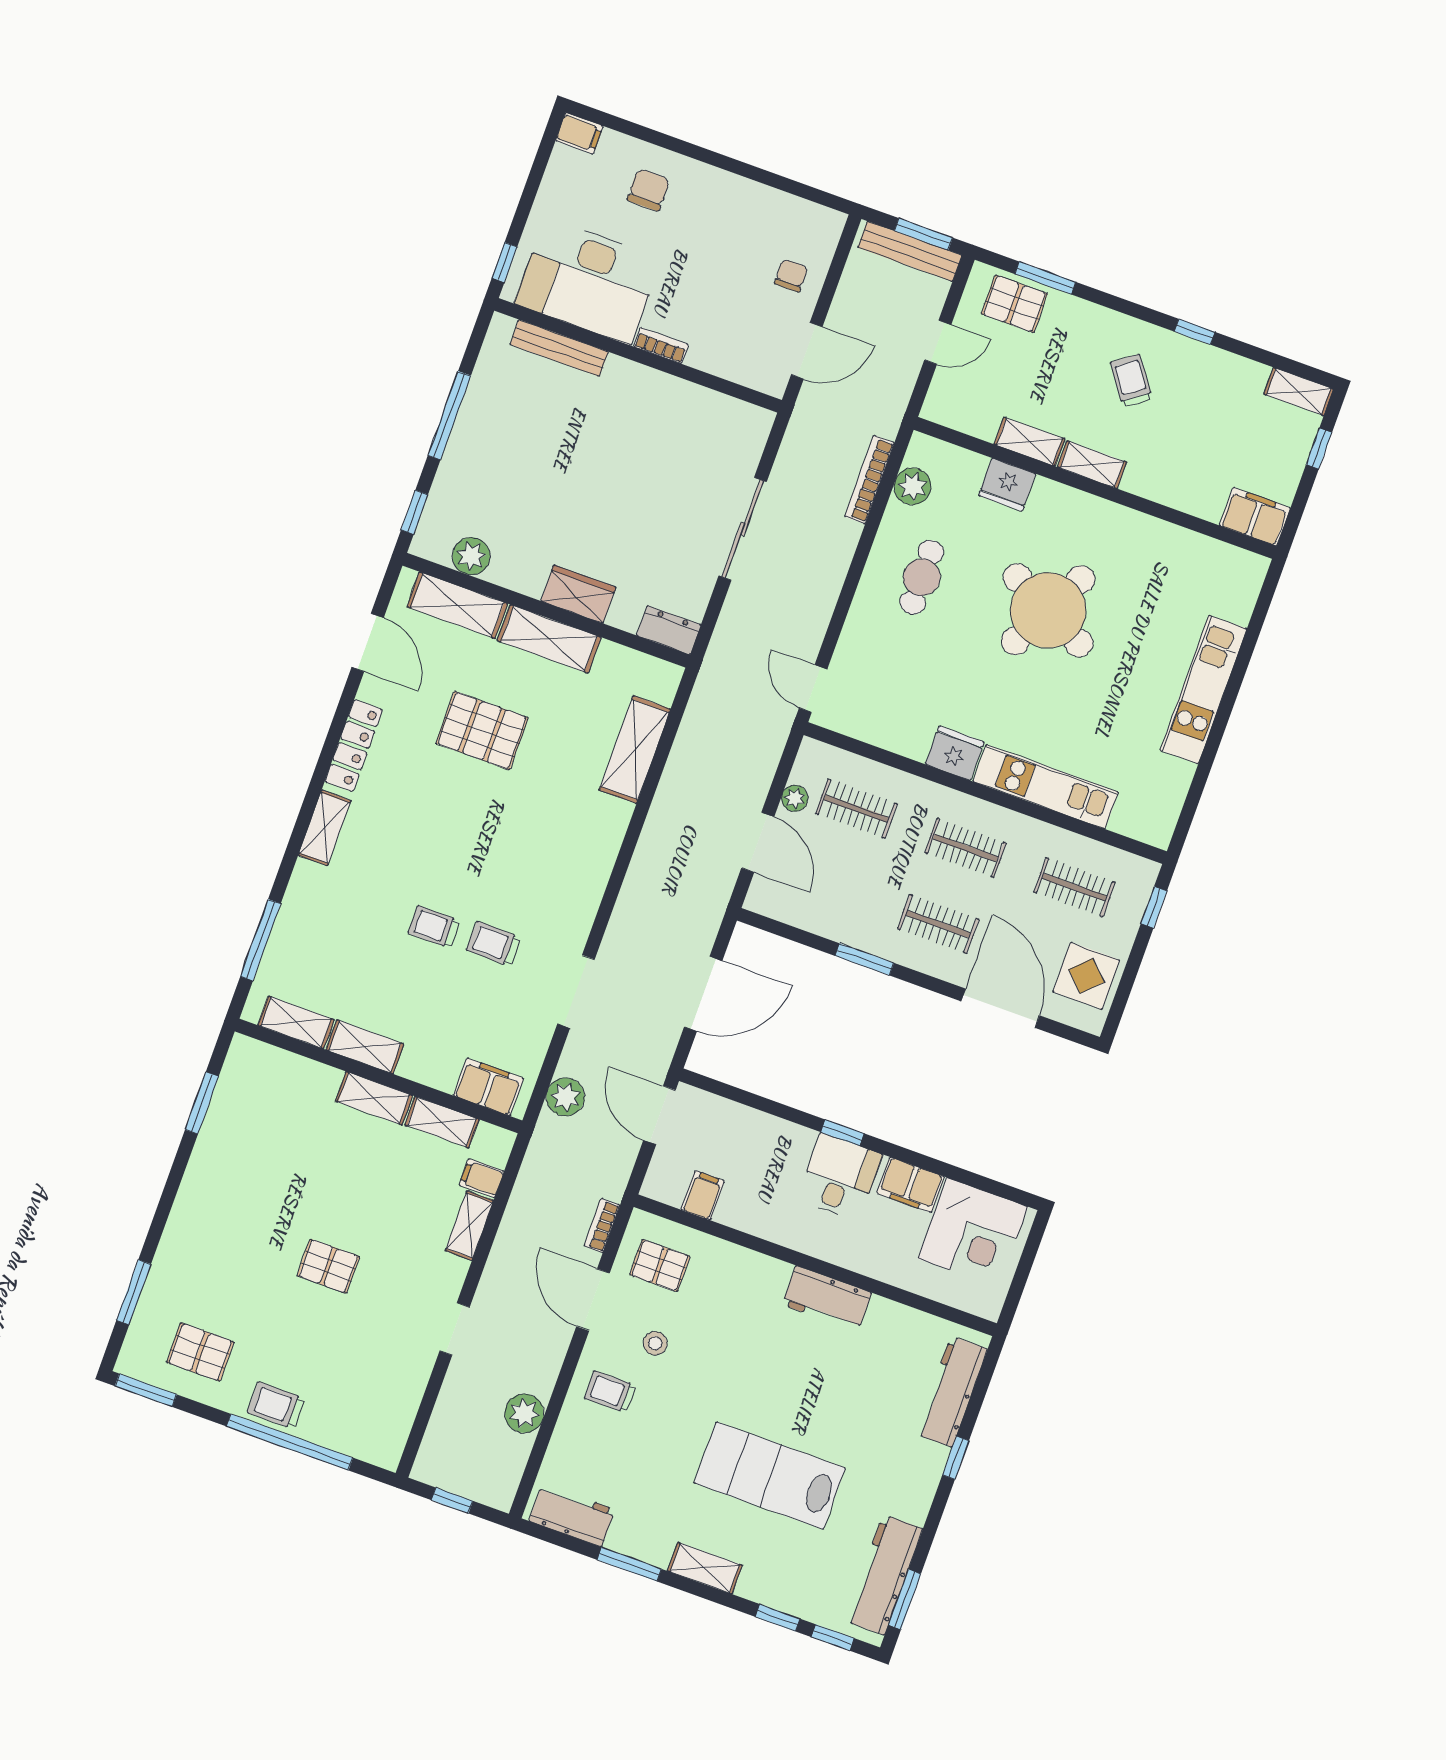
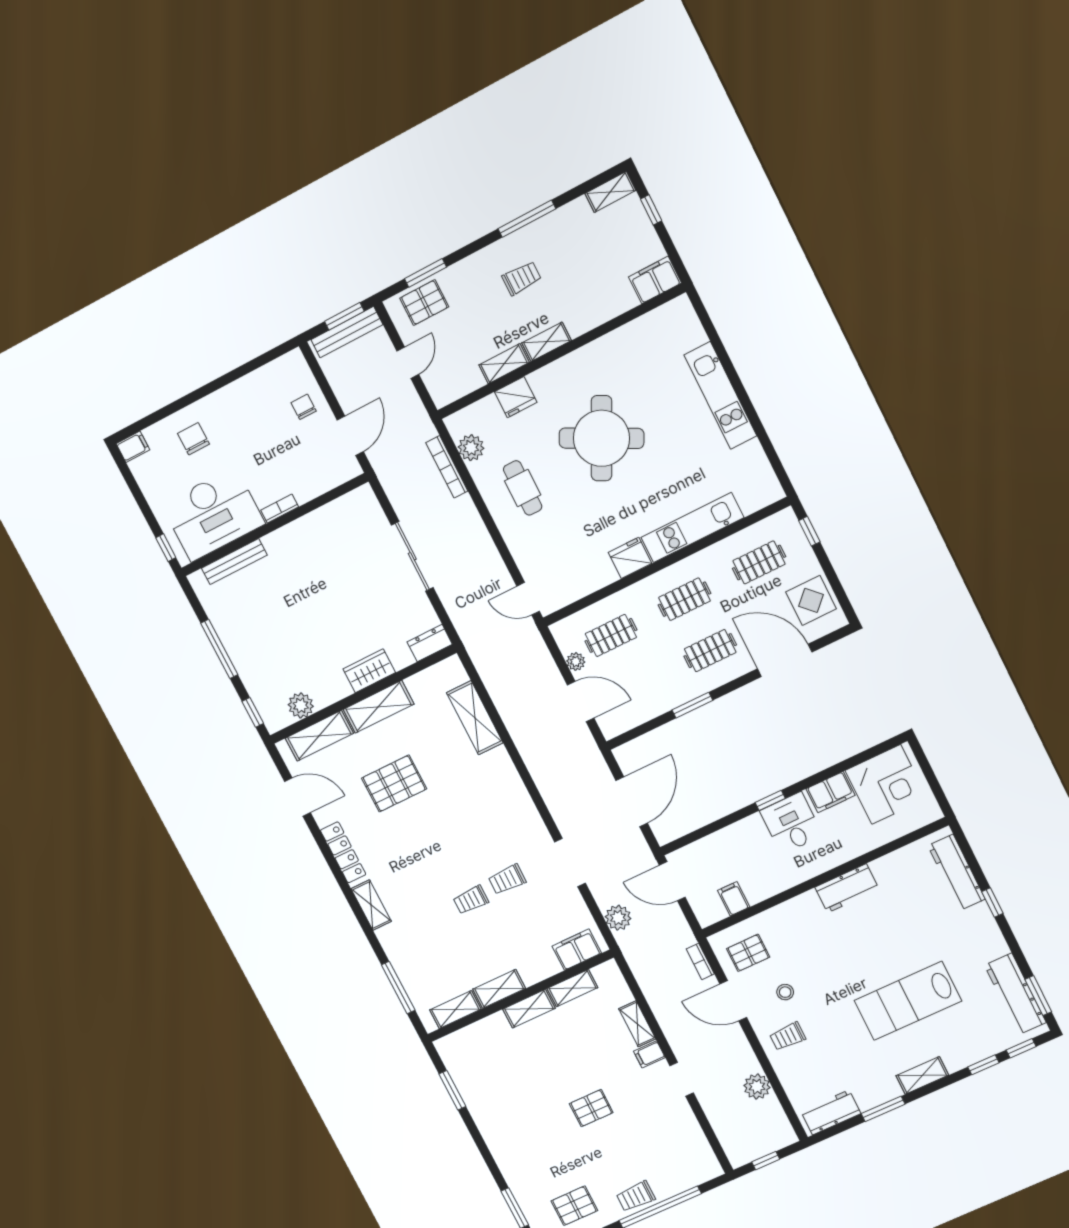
window: (1195, 332) -> (527, 219), width x2.17
trolley: (1131, 381) -> (522, 278), turned 126
filing cabinet: (482, 1178) -> (649, 1054), moved

